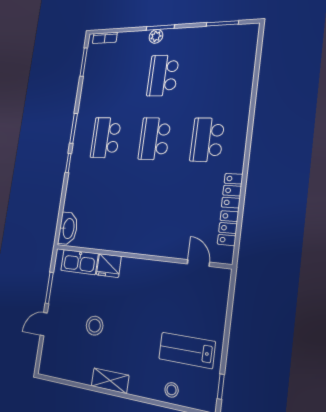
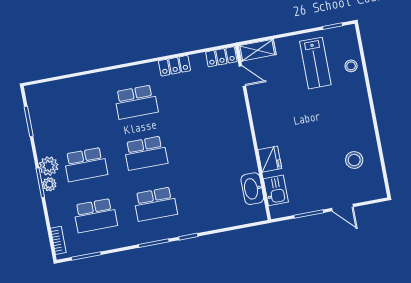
plant: (173, 38) -> (49, 166), added
school desk: (114, 77) -> (95, 215), added
washbasin: (68, 228) -> (252, 189), moved, turned -90
locker: (228, 228) -> (221, 57), moved
kitchen sink: (79, 262) -> (276, 190), width x0.73
door: (198, 263) -> (242, 76), swing flipped
stool: (95, 326) -> (354, 160), moved
shelving: (110, 381) -> (257, 50), moved, turned 90

